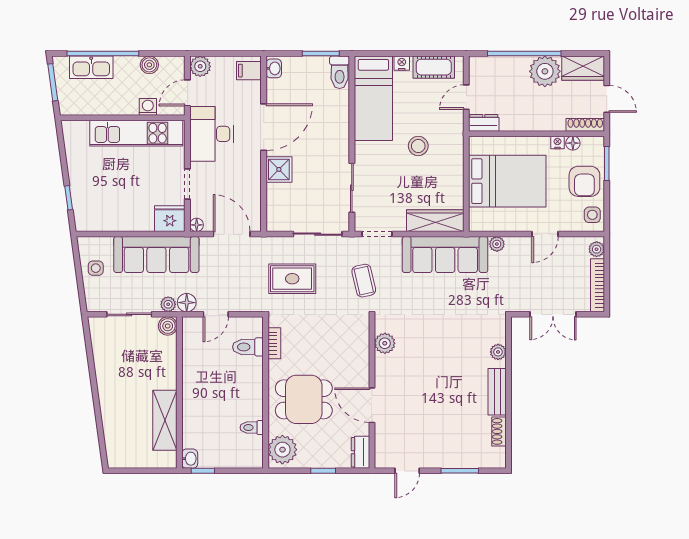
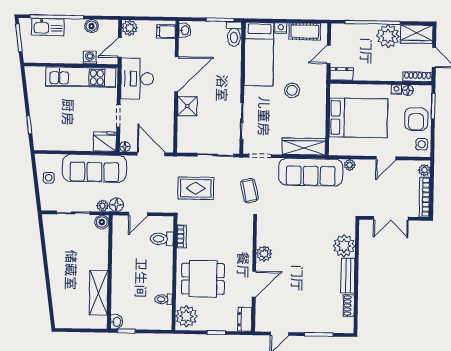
plant: (385, 343) -> (264, 254), moved
plant: (498, 352) -> (344, 246), width x1.88, depth x1.88
door: (372, 405) -> (254, 284), swing flipped

